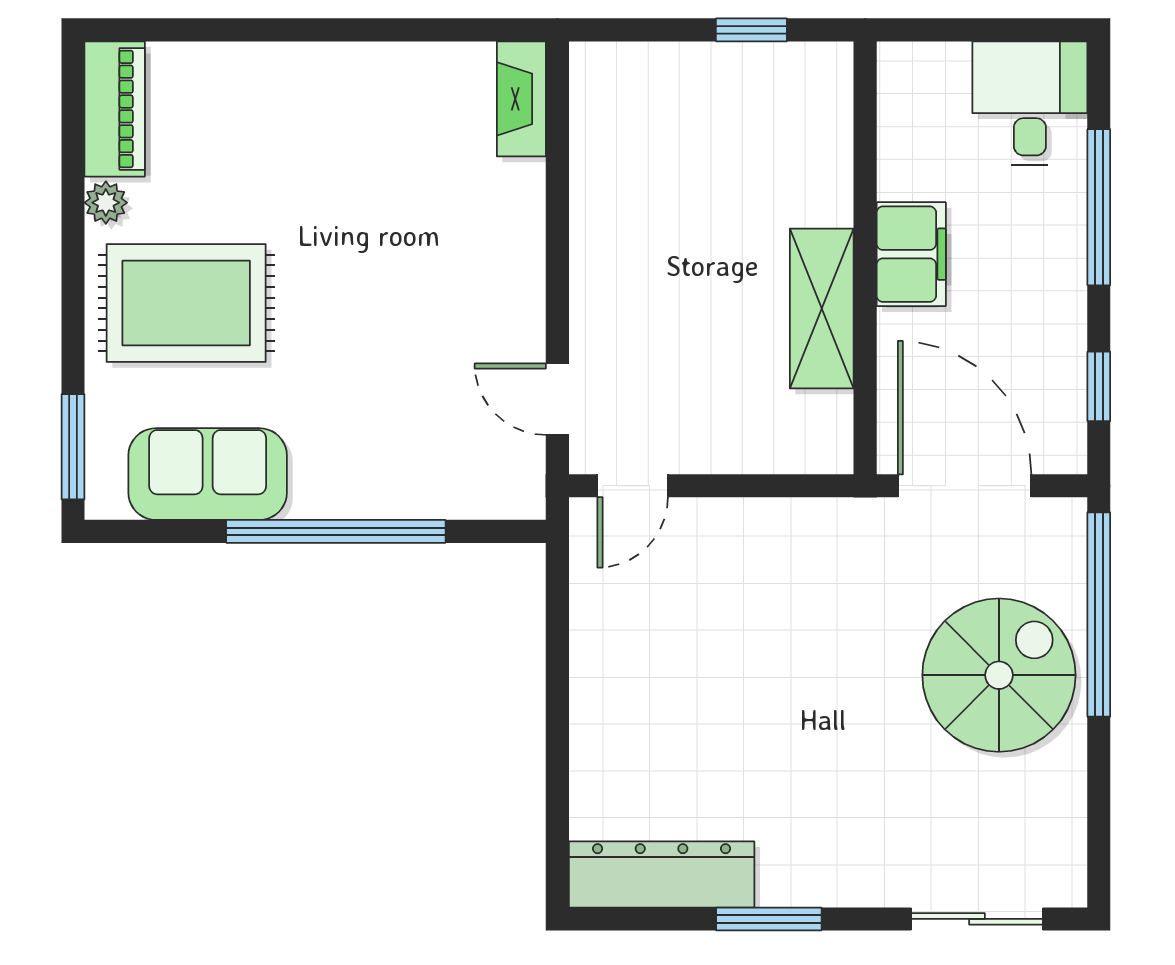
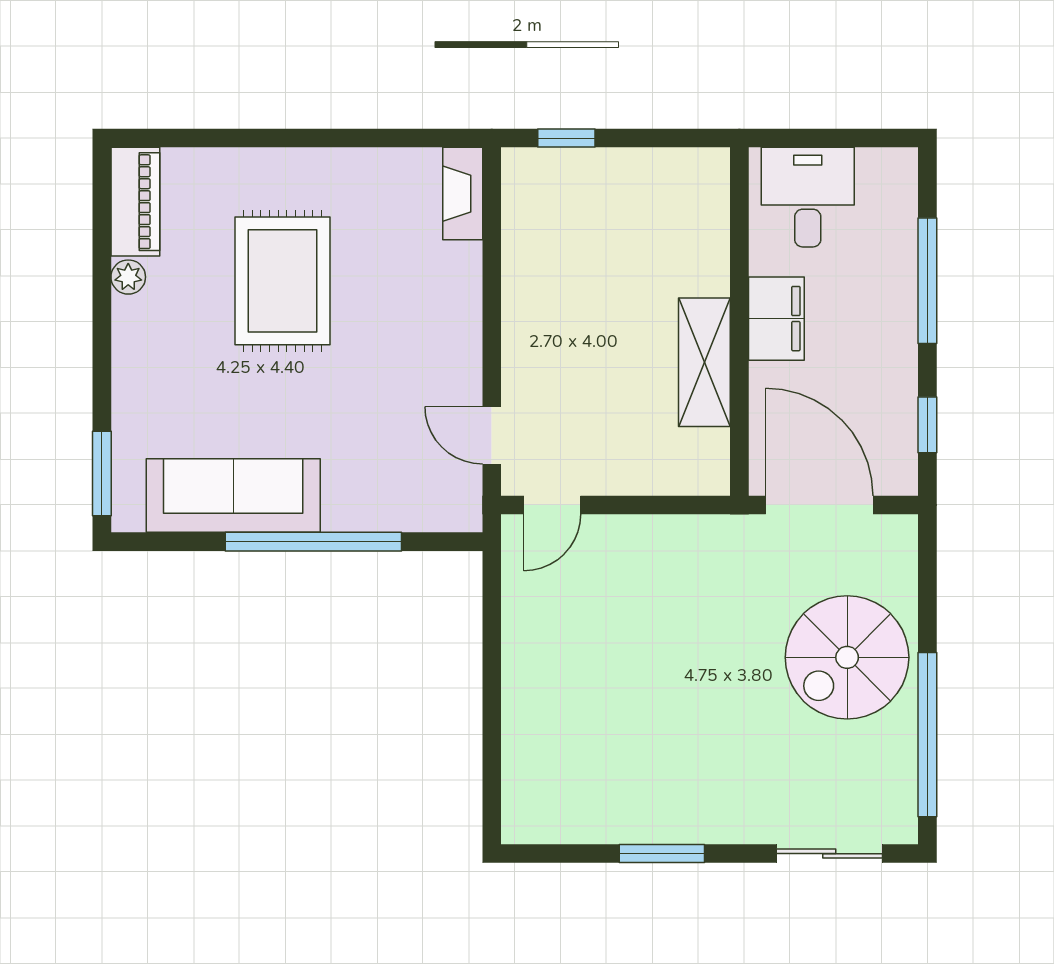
window: (751, 30) -> (566, 138), moved
desk: (1030, 103) -> (808, 197), moved
rug: (186, 303) -> (282, 281), moved, turned 90
sofa: (208, 474) -> (233, 496), width x1.36
window: (1099, 615) -> (927, 735), moved
spiral stairs: (999, 675) -> (847, 657), turned 180
dresser: (662, 874) -> (575, 818), removed

